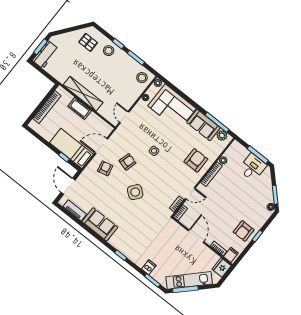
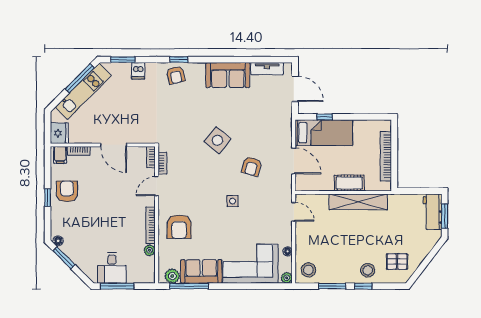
door: (101, 146) -> (294, 161), hinge flipped
armchair: (105, 168) -> (176, 75), moved

